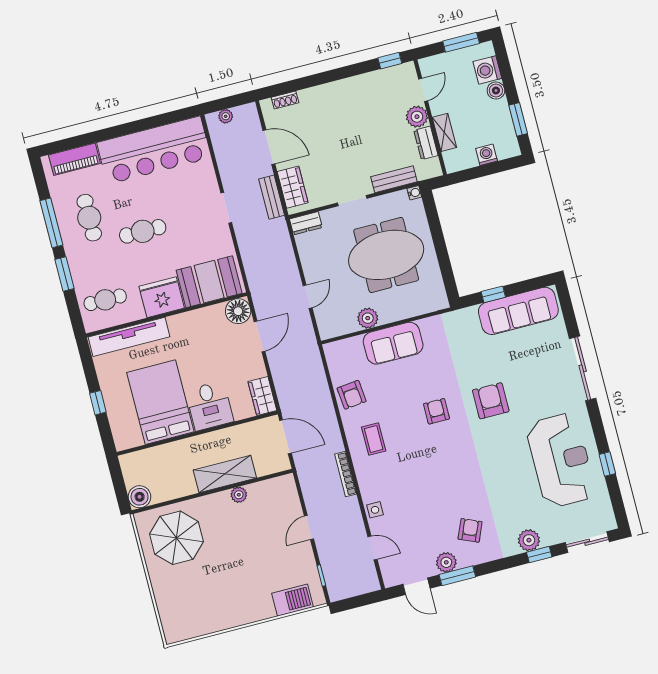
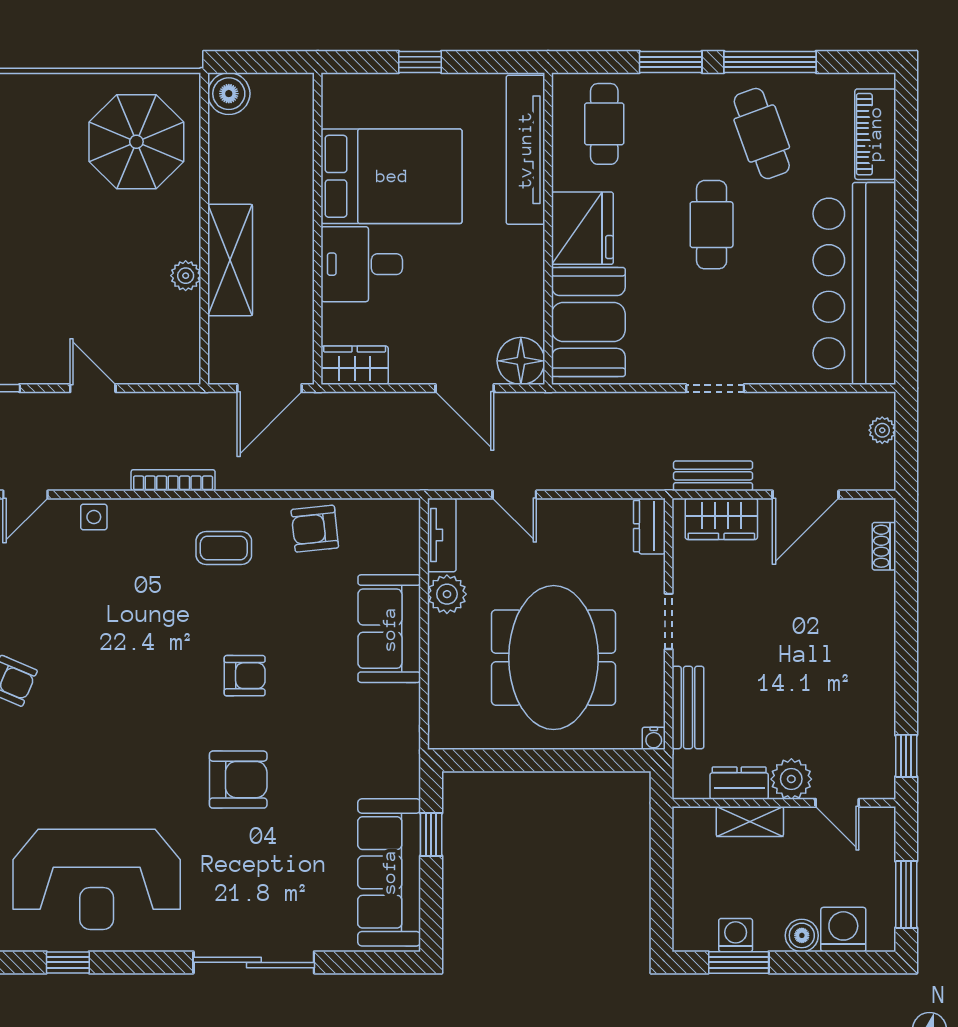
washing machine: (487, 155) -> (736, 935), moved, turned -90
cafe table: (89, 218) -> (762, 134), turned 70
tv unit: (338, 329) -> (442, 535), added

